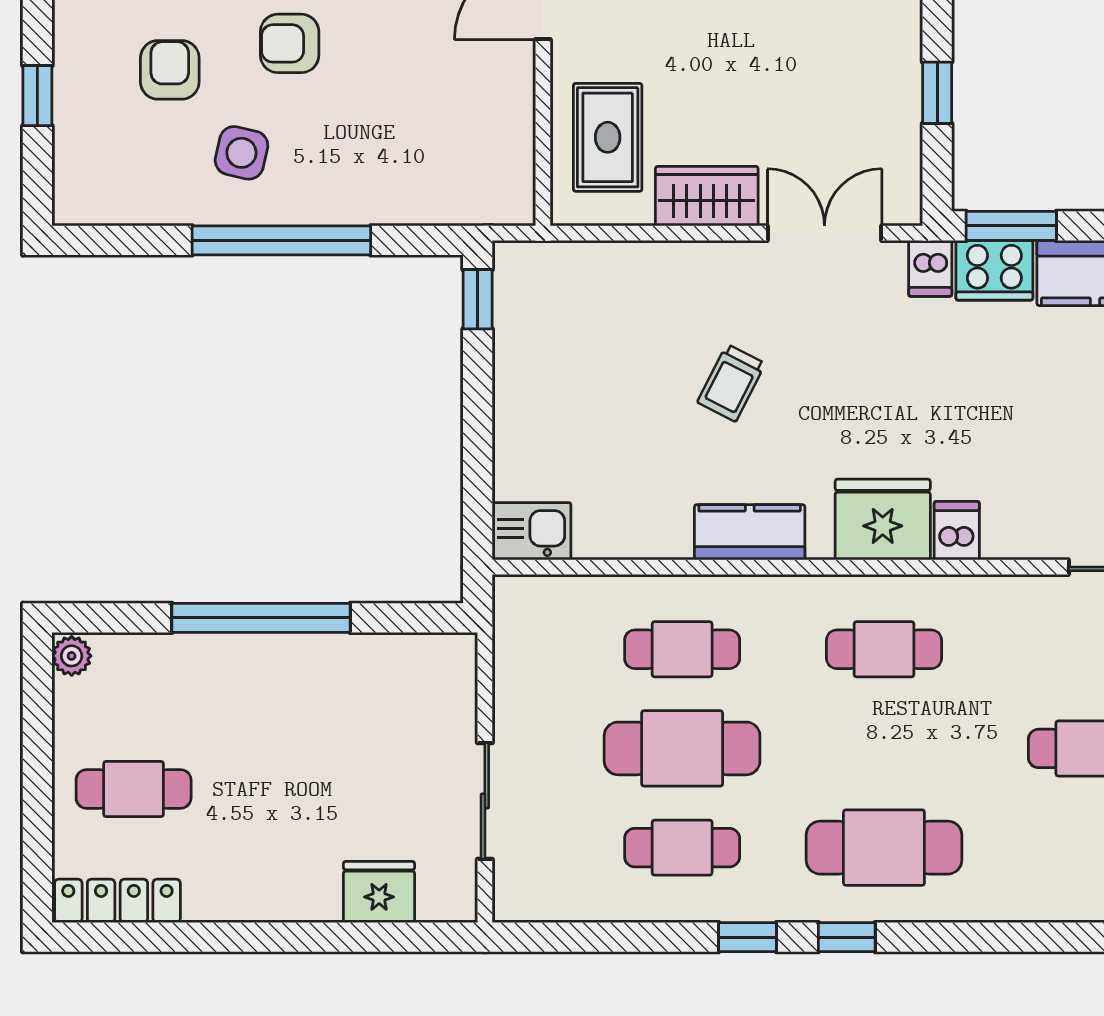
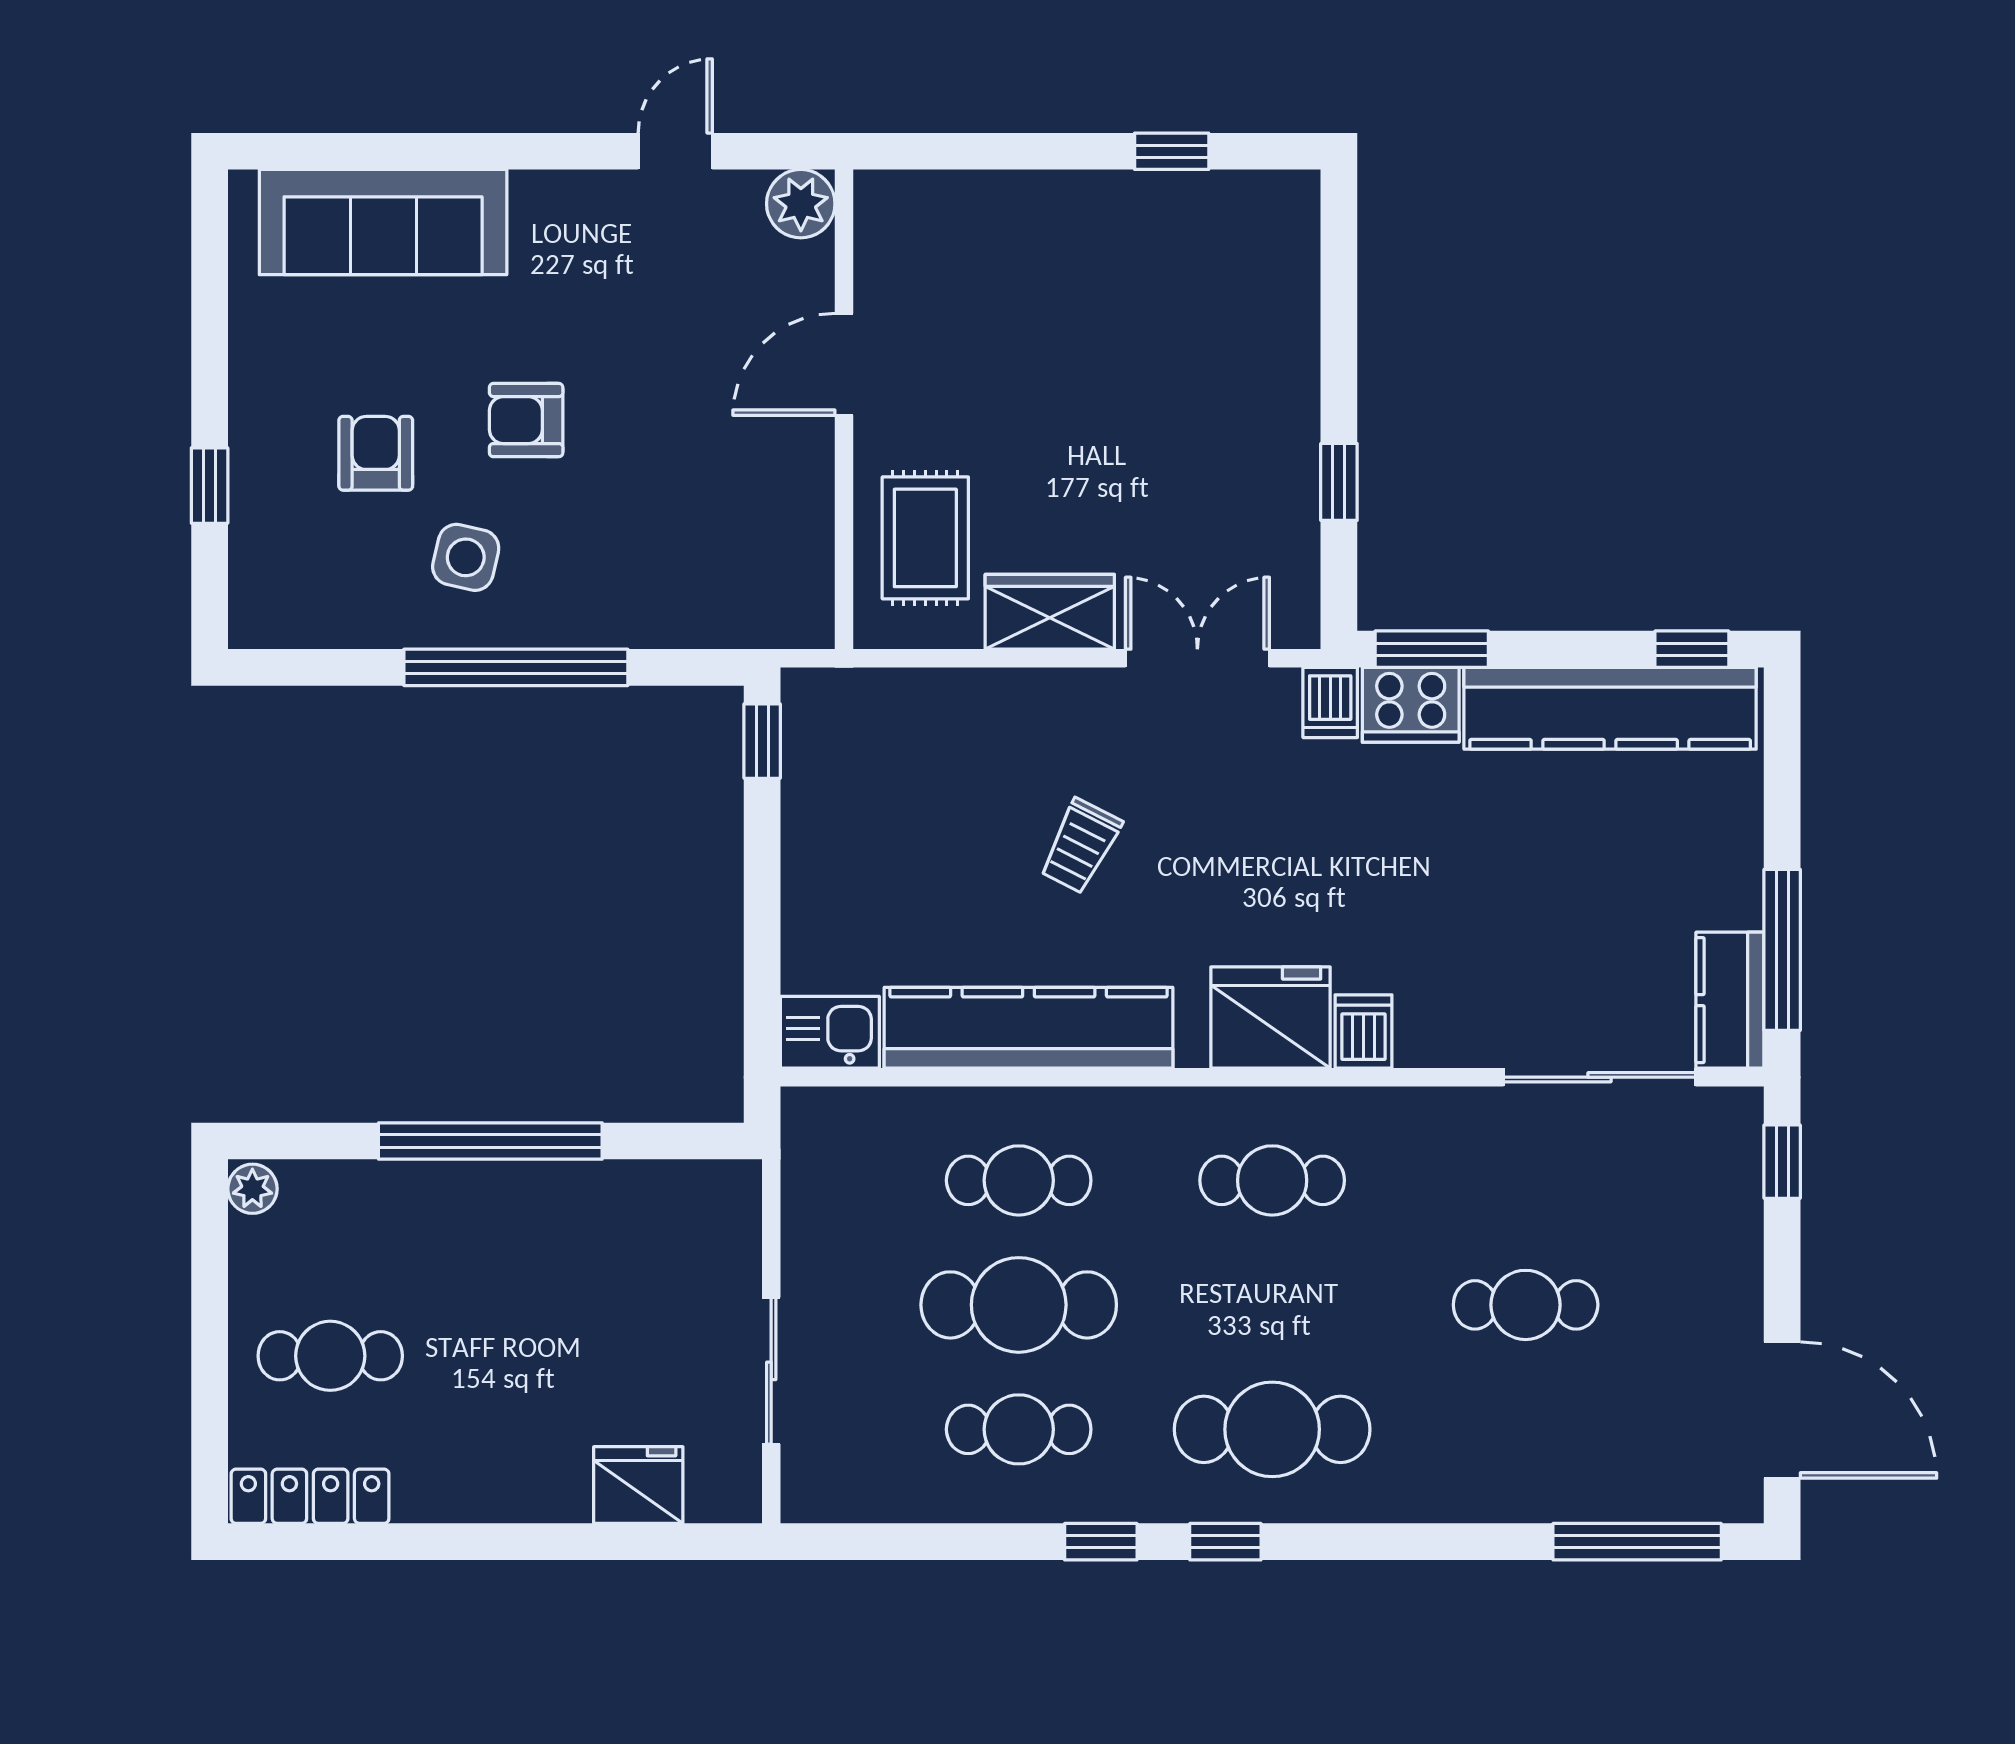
kitchen counter: (750, 532) -> (1028, 1028), width x2.08, depth x1.17

